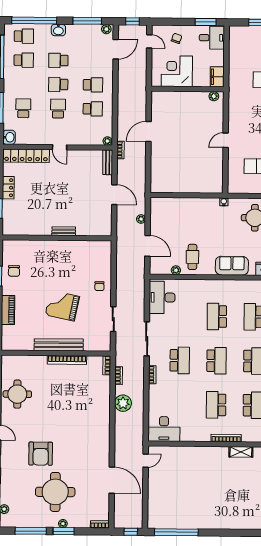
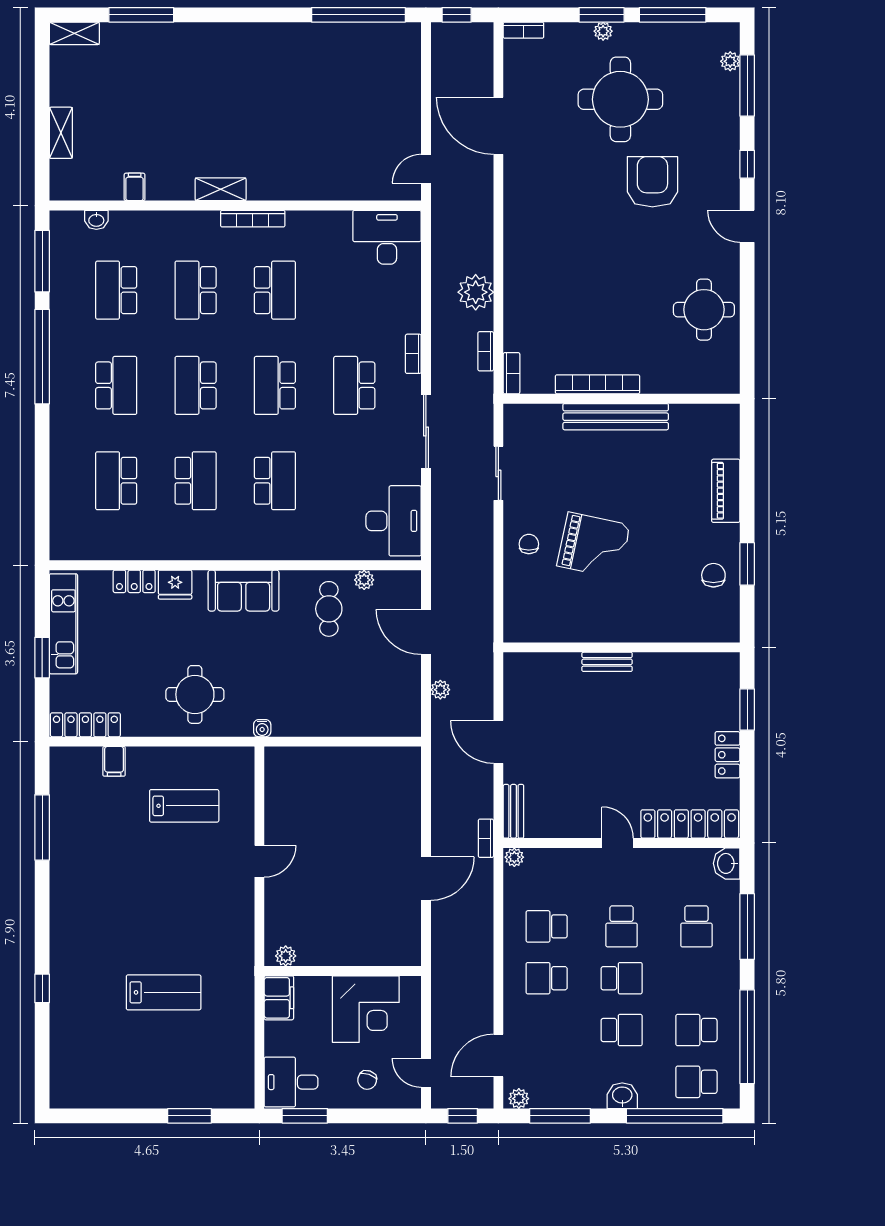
grand piano: (62, 306) -> (594, 545), moved

